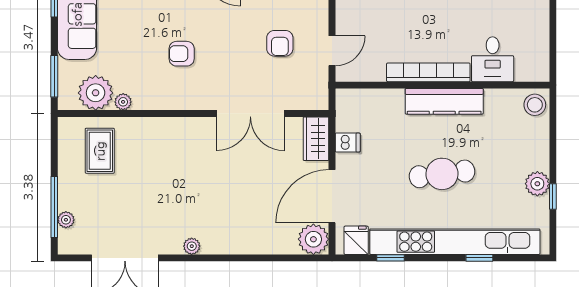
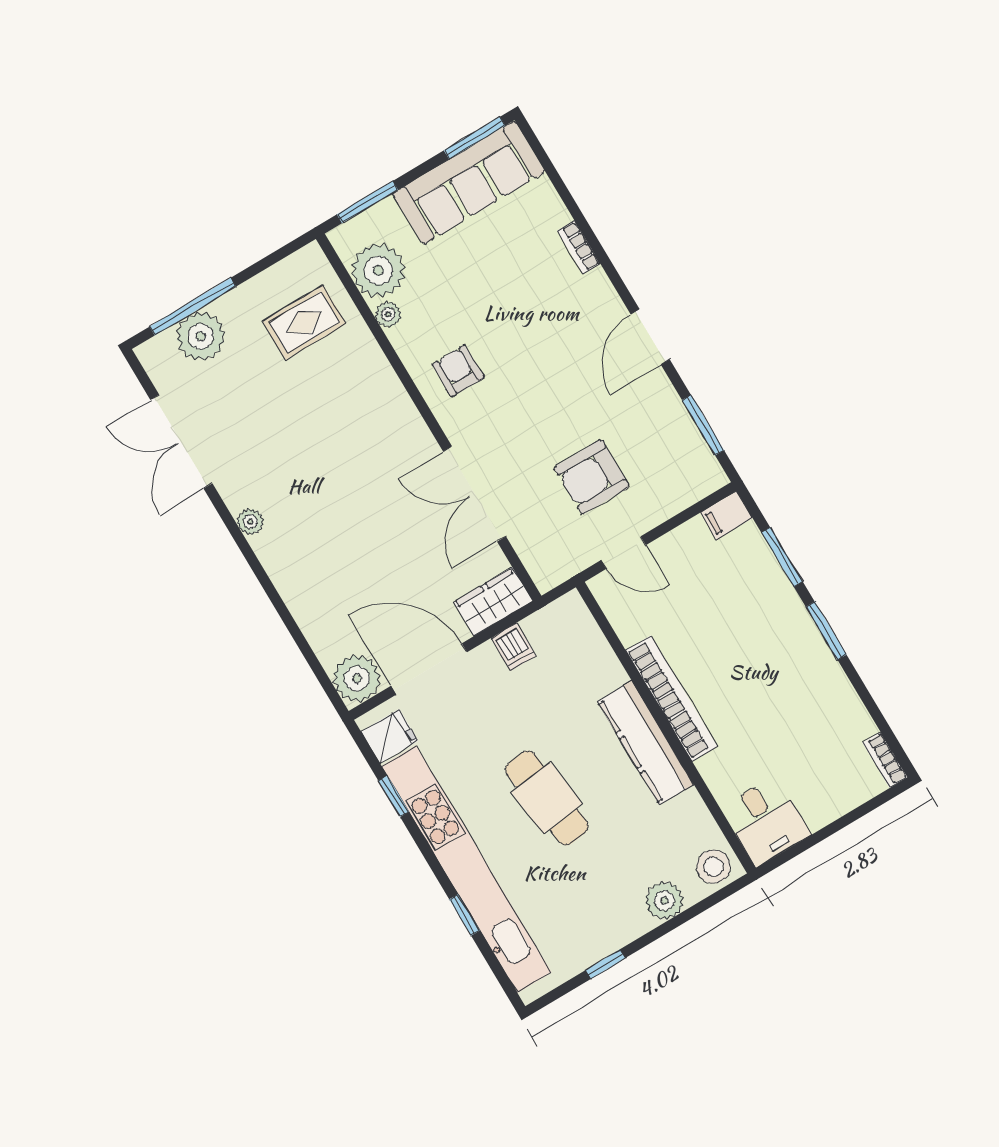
armchair: (280, 43) -> (592, 477), width x1.38, depth x1.38
armchair: (182, 54) -> (458, 371), moved
desk: (493, 59) -> (766, 821), moved, turned -90
plant: (537, 184) -> (664, 901), moved
plant: (66, 220) -> (201, 336), width x1.88, depth x1.88

